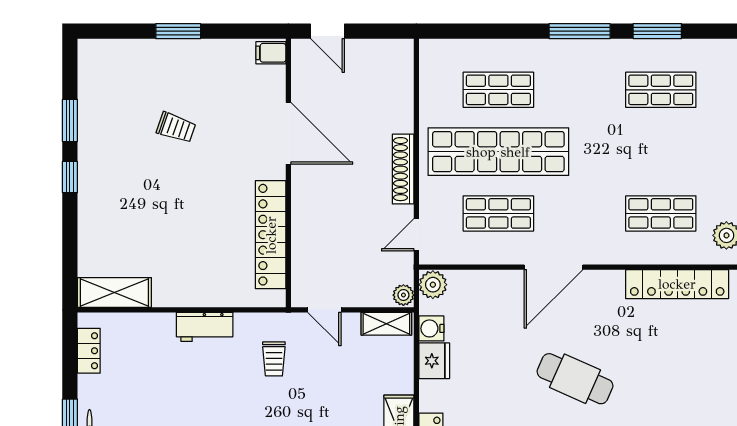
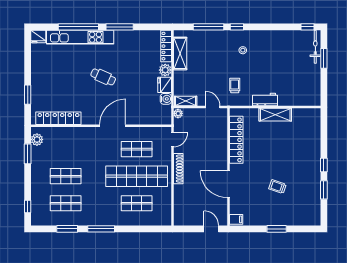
shop shelf: (661, 213) -> (66, 176), moved
plant: (433, 285) -> (165, 70), moved
shelving: (114, 292) -> (275, 115), moved
locker: (89, 351) -> (316, 89), removed
cafe table: (575, 379) -> (103, 77), width x0.73, depth x0.74

